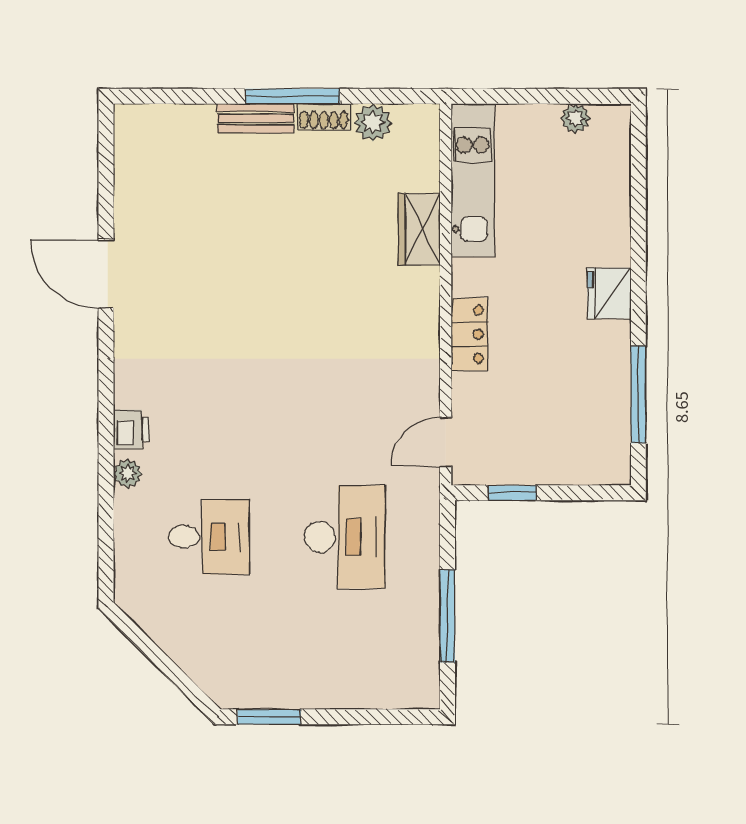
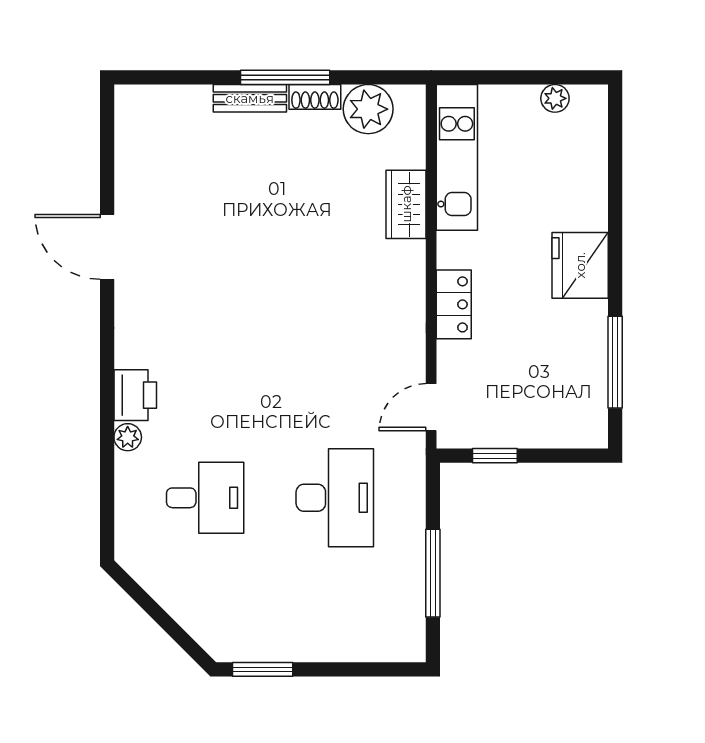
plant: (373, 123) -> (368, 109), width x1.36, depth x1.36
fridge: (609, 293) -> (580, 265), width x1.36, depth x1.34
printer: (131, 429) -> (135, 395), width x1.36, depth x1.24

